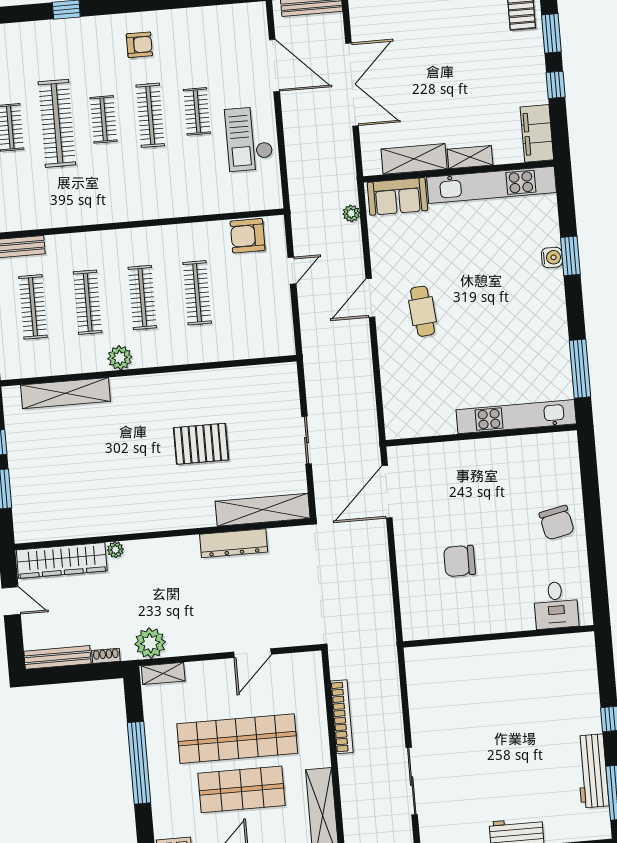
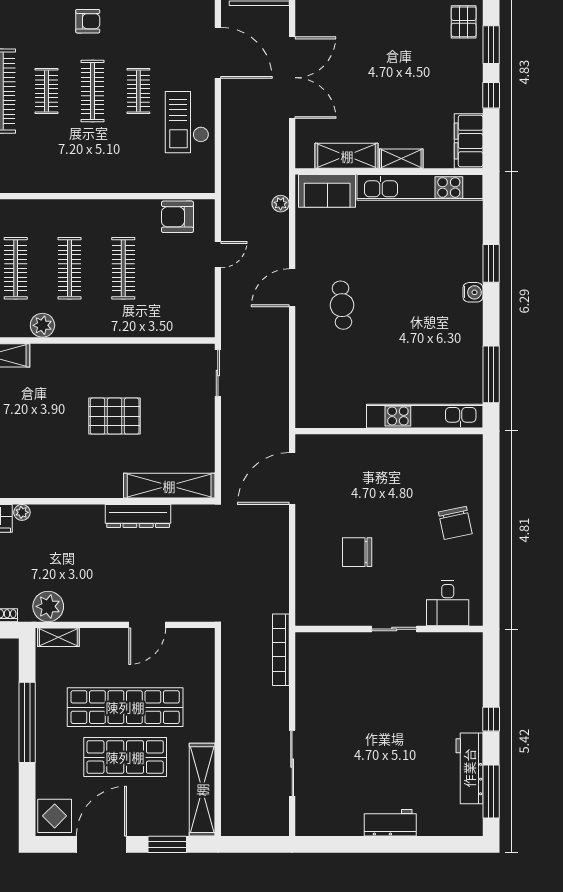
water cooler: (552, 257) -> (473, 292), moved
sliding door: (307, 440) -> (218, 373), moved
sliding door: (504, 636) -> (394, 629), added
bookcase: (342, 717) -> (281, 650), moved, turned 180

